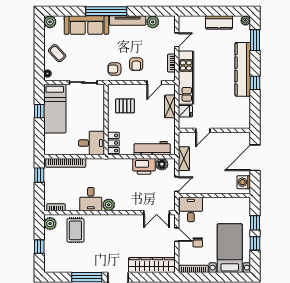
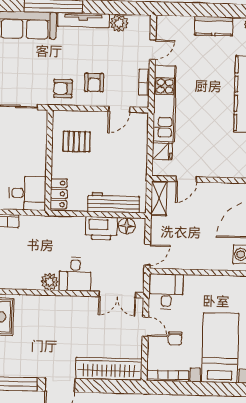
shelving: (170, 106) -> (140, 144), removed
shelving: (184, 159) -> (159, 198), moved
desk: (91, 199) -> (75, 274), moved

